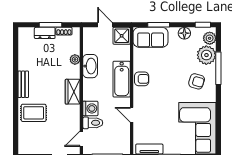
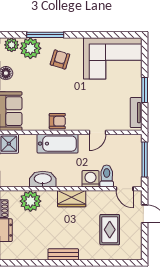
plant: (75, 59) -> (30, 201), width x1.87, depth x1.87
armchair: (142, 79) -> (57, 121), turned 90
rug: (34, 113) -> (110, 230), moved

